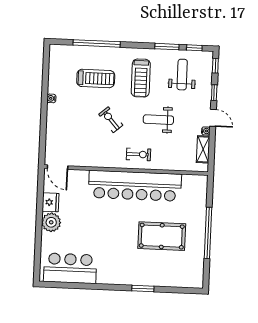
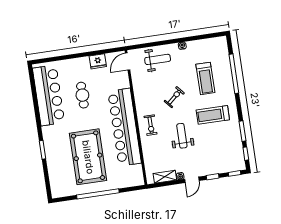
weight bench: (182, 75) -> (158, 59), moved
plant: (51, 222) -> (82, 65), removed
cafe table: (87, 228) -> (82, 95), added
pool table: (162, 236) -> (88, 157), width x1.36, depth x1.32
bar counter: (70, 268) -> (49, 95), width x1.36

